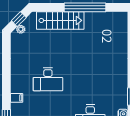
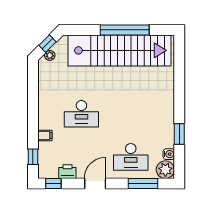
stairs: (60, 20) -> (119, 50), width x1.86, depth x1.51

